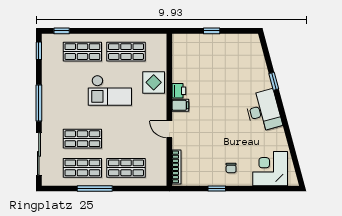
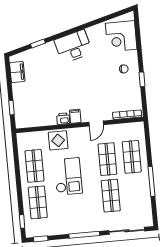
window: (212, 31) -> (12, 108), moved
filing cabinet: (239, 42) -> (17, 72), added
window: (274, 81) -> (38, 44), moved
shop shelf: (82, 168) -> (107, 159), moved

